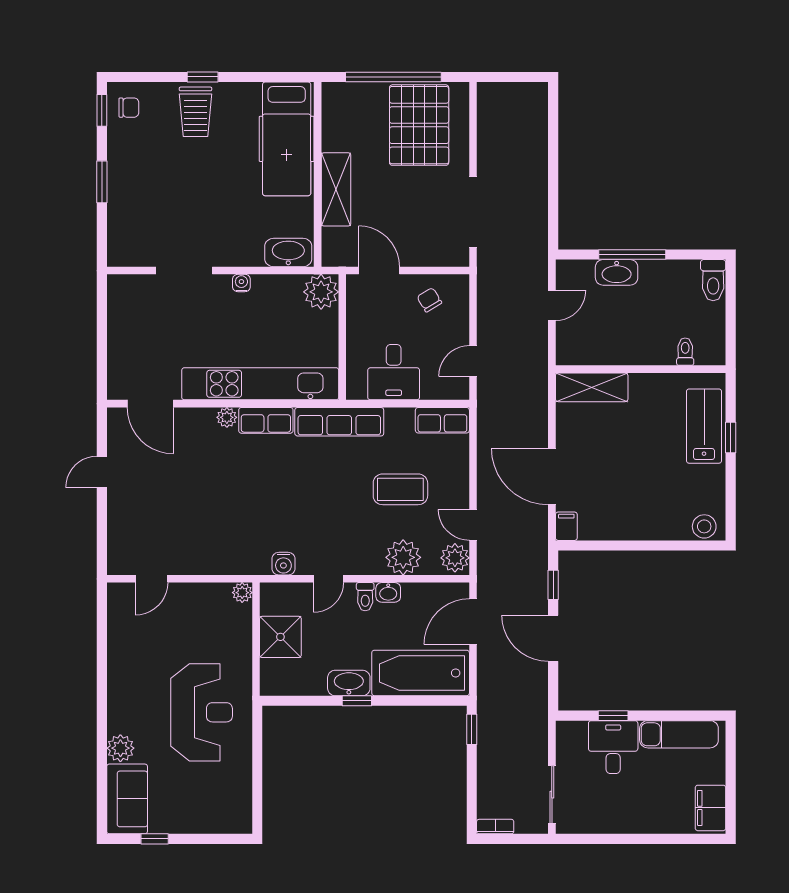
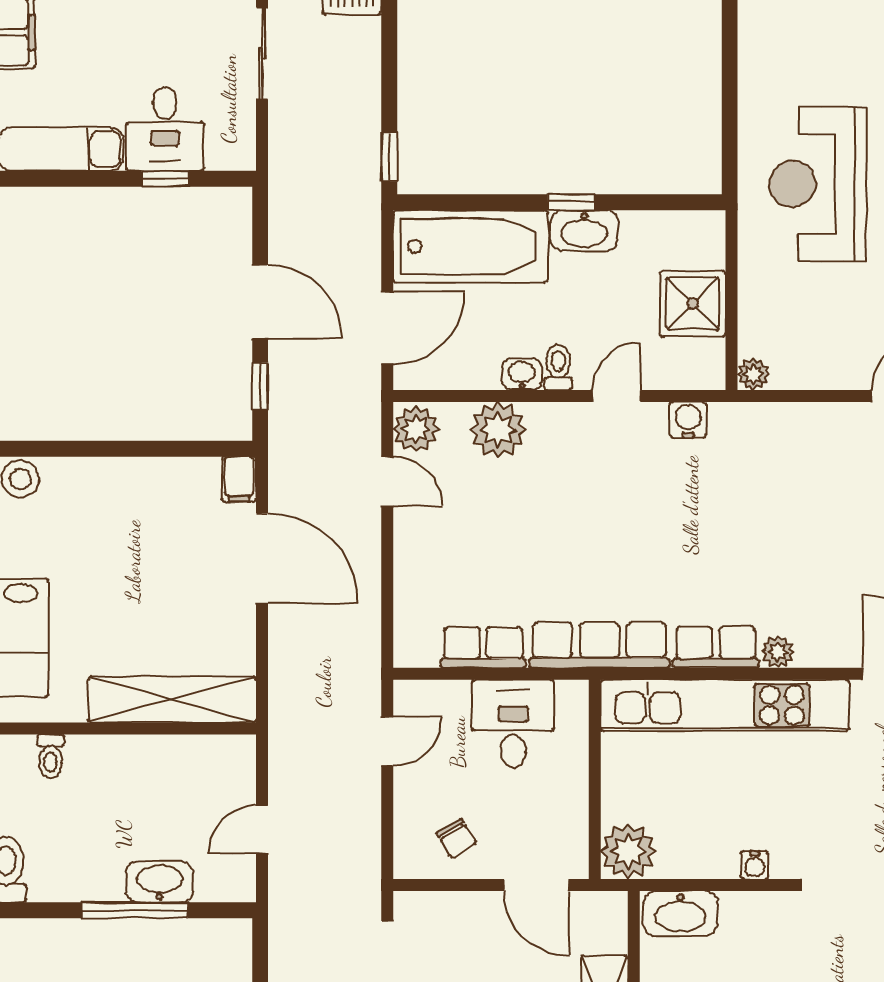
shelving: (592, 387) -> (172, 700), width x1.47
row of seats: (442, 420) -> (483, 647), moved
coffee table: (400, 489) -> (502, 538), removed

